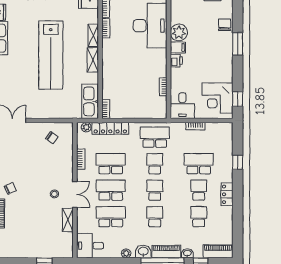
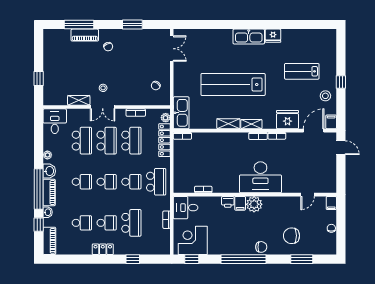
window: (238, 44) -> (243, 259), width x2.11
kitchen sink: (90, 101) -> (181, 113), moved, turned 90

